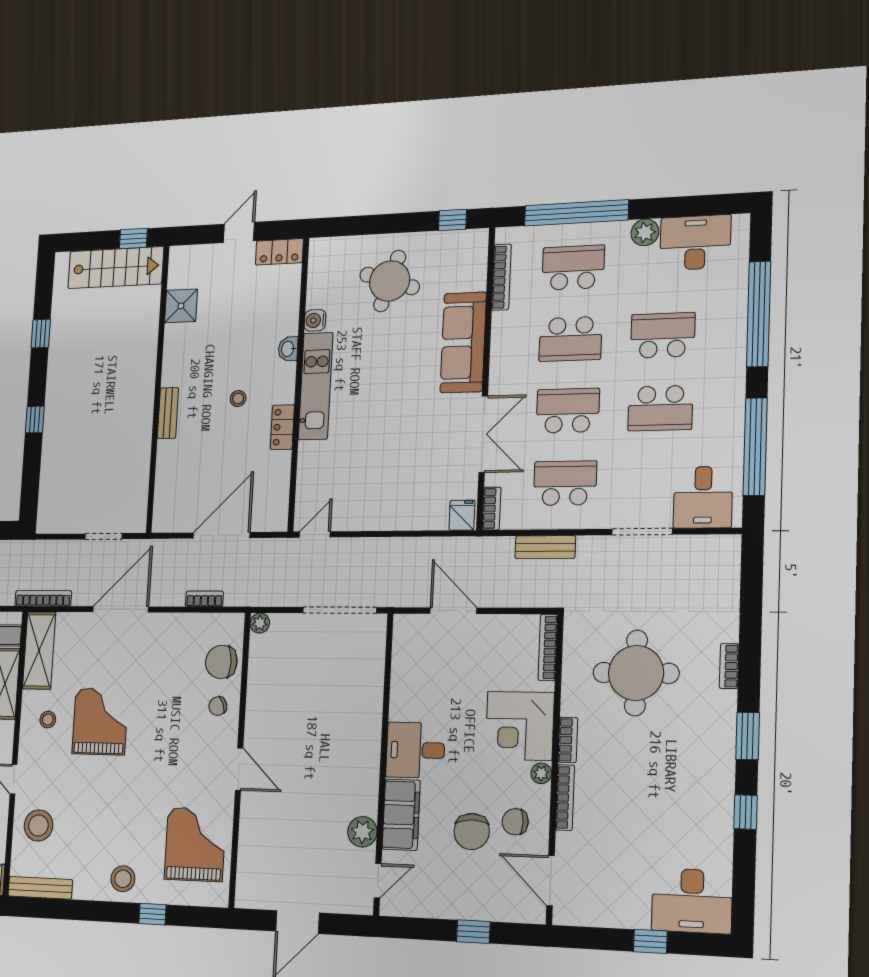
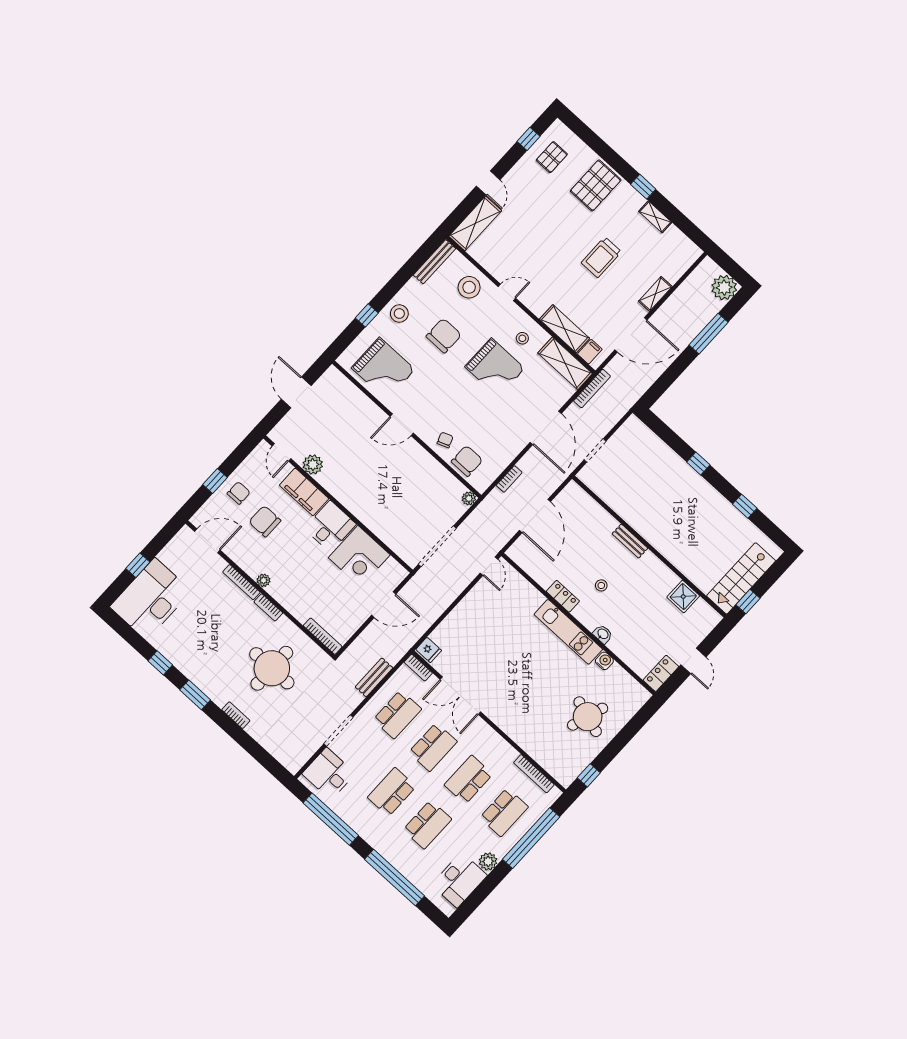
sofa: (463, 342) -> (518, 726), removed
corner desk: (520, 726) -> (359, 556), moved, turned 180
chair: (109, 808) -> (444, 336), added
chair: (515, 822) -> (239, 493), moved
desk: (692, 901) -> (151, 599), width x1.36, depth x1.30

